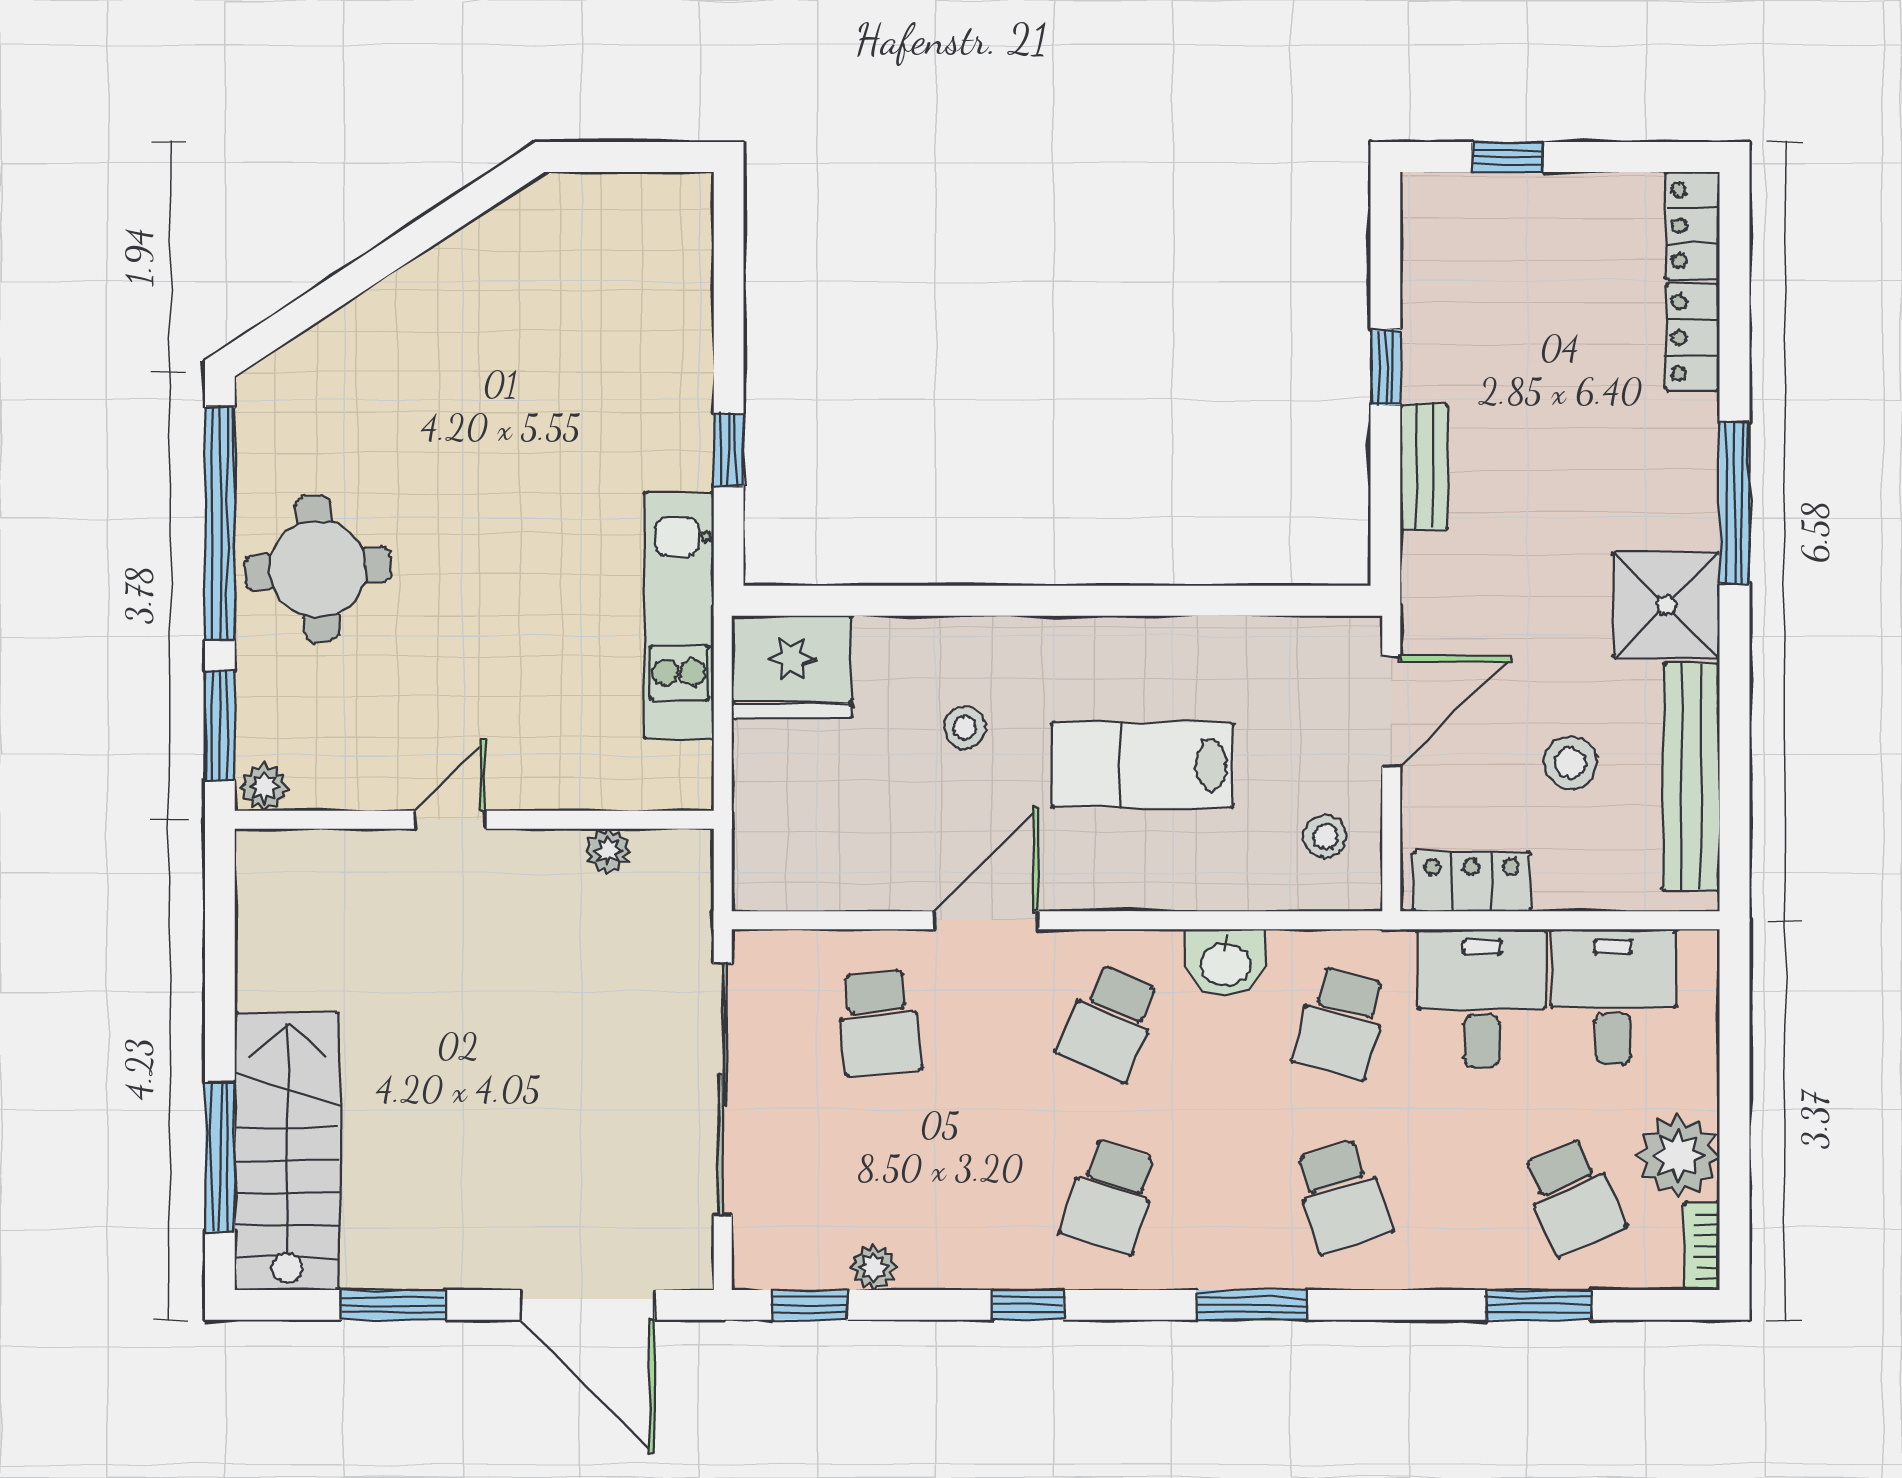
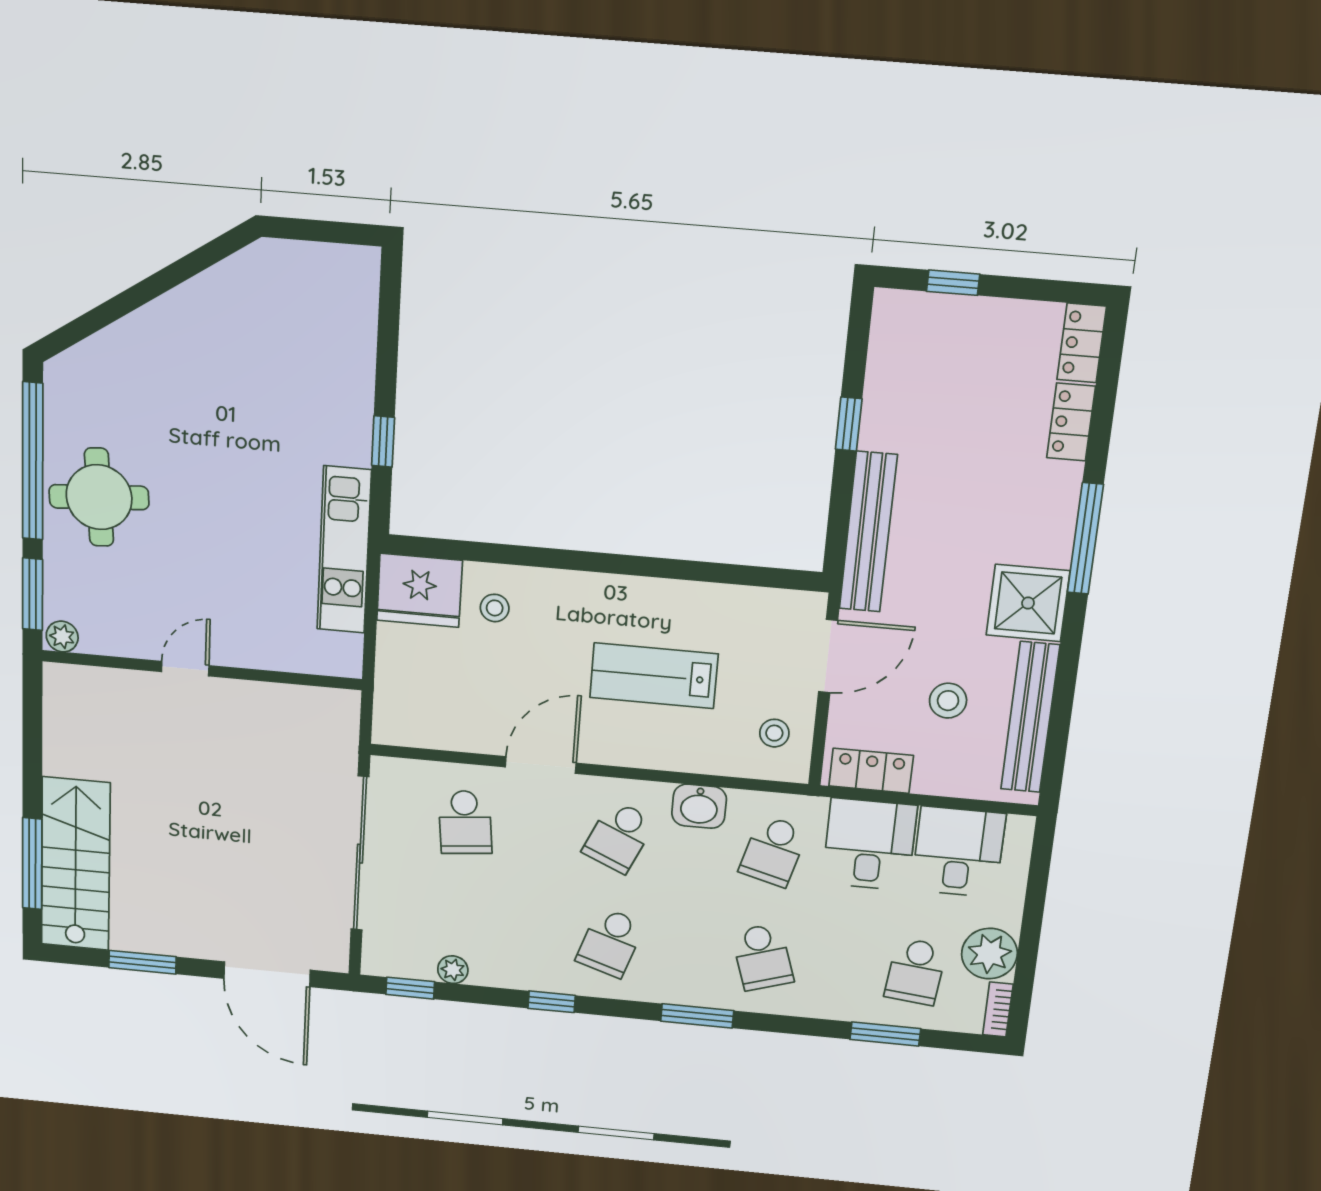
bench: (1424, 467) -> (868, 532), width x1.86, depth x1.21
stool: (965, 728) -> (495, 608), moved
plant: (608, 851) -> (290, 698), removed
school desk: (1572, 1196) -> (916, 972), turned 30

